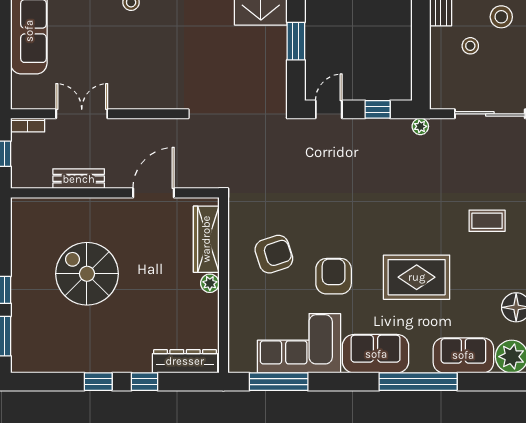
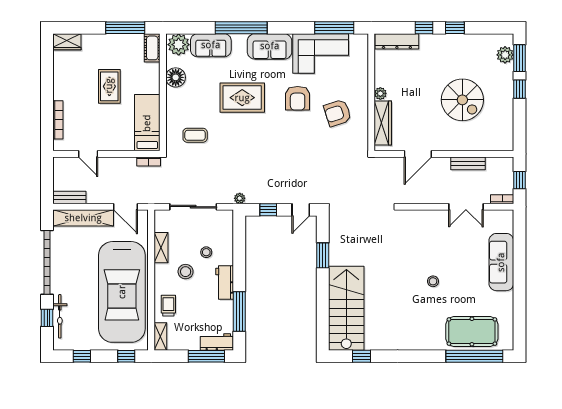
plant: (23, 341) -> (505, 55), added

